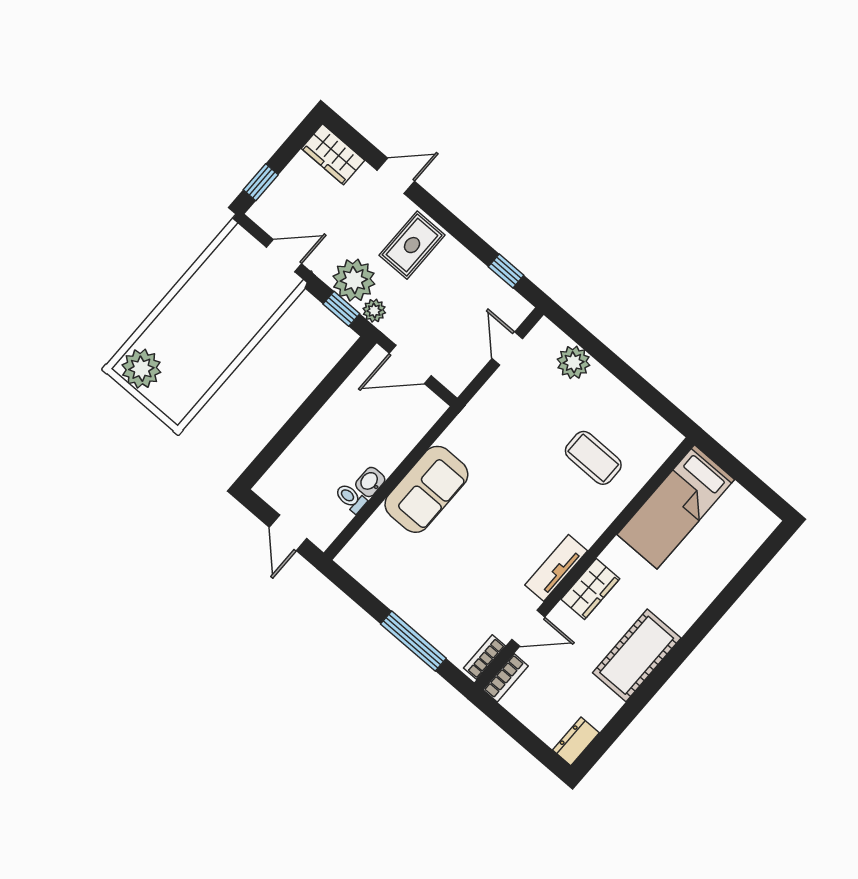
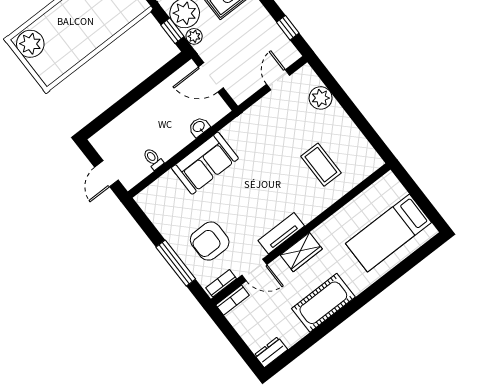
washbasin: (370, 482) -> (199, 127), moved
bed: (676, 507) -> (388, 233), moved
armchair: (456, 600) -> (210, 241), added

